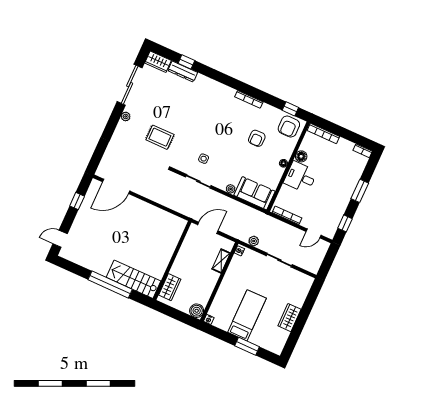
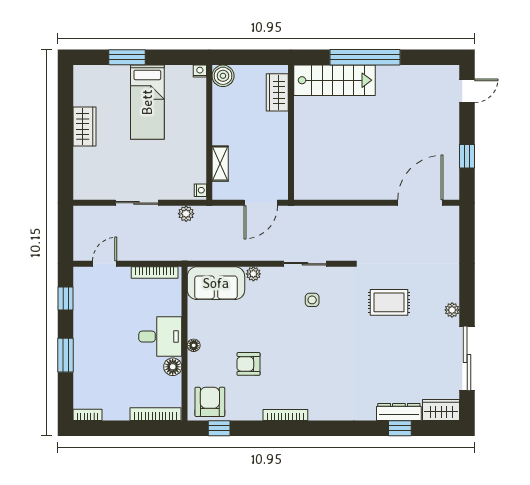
armchair: (257, 138) -> (248, 364), turned -90

